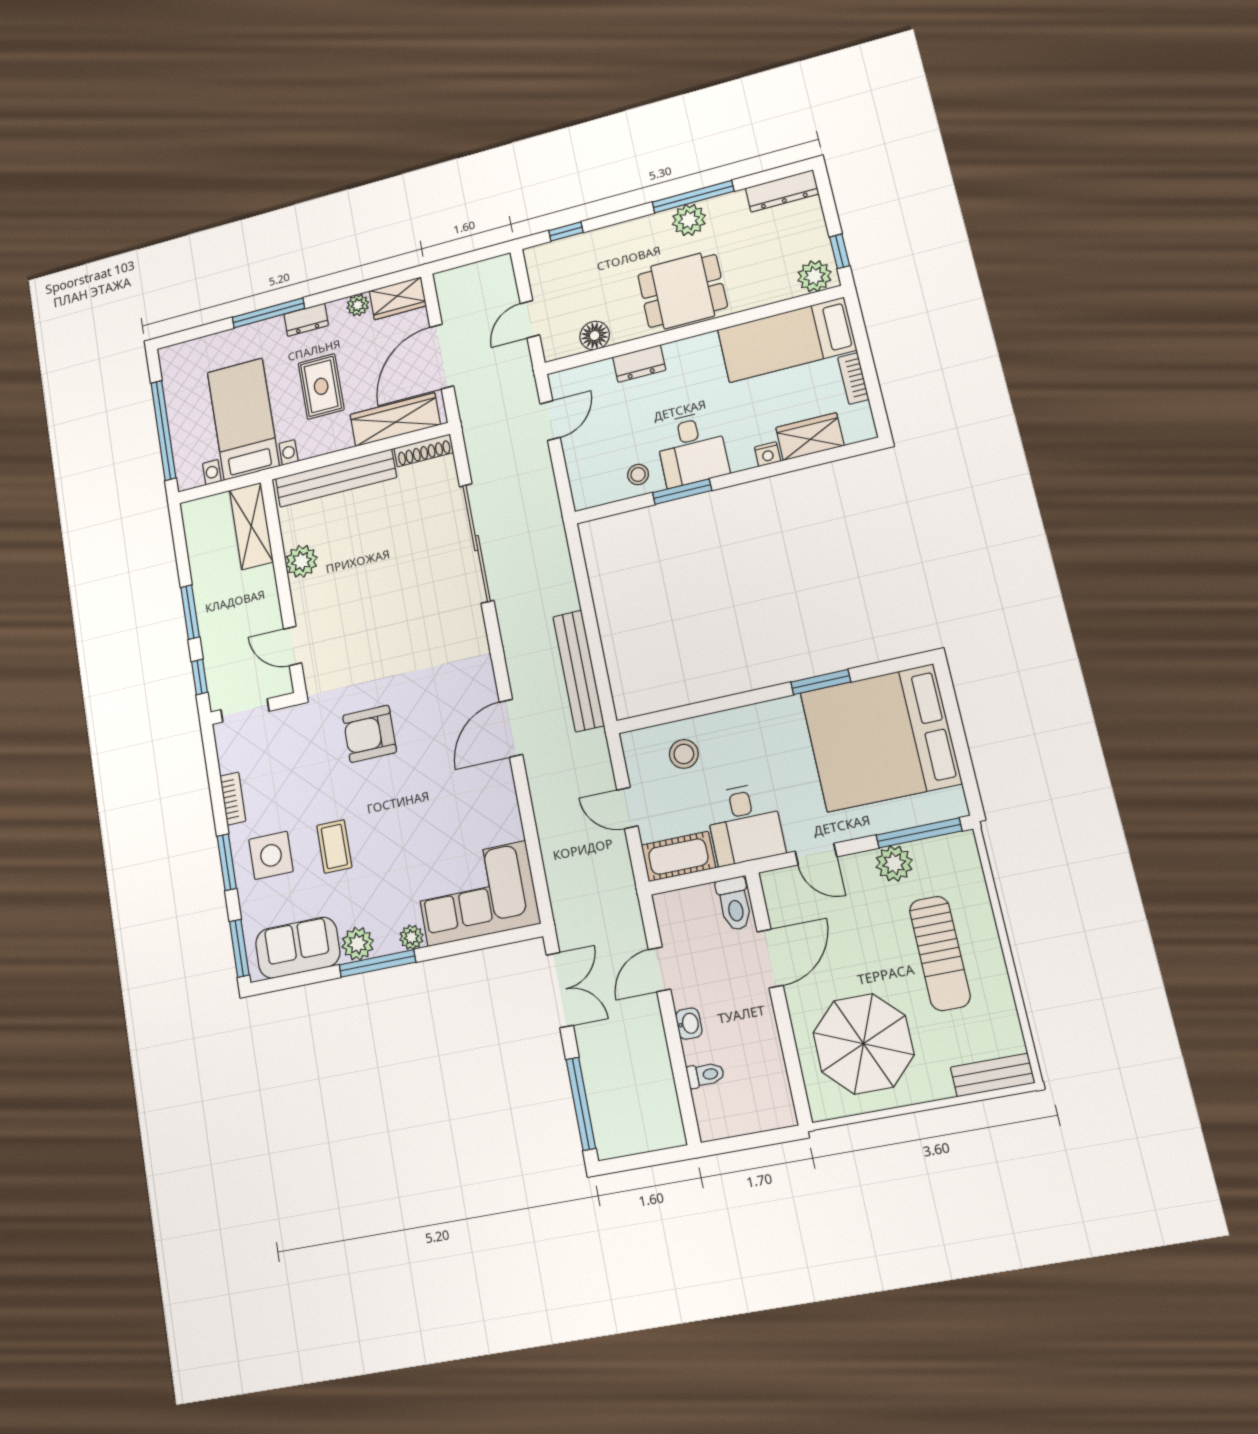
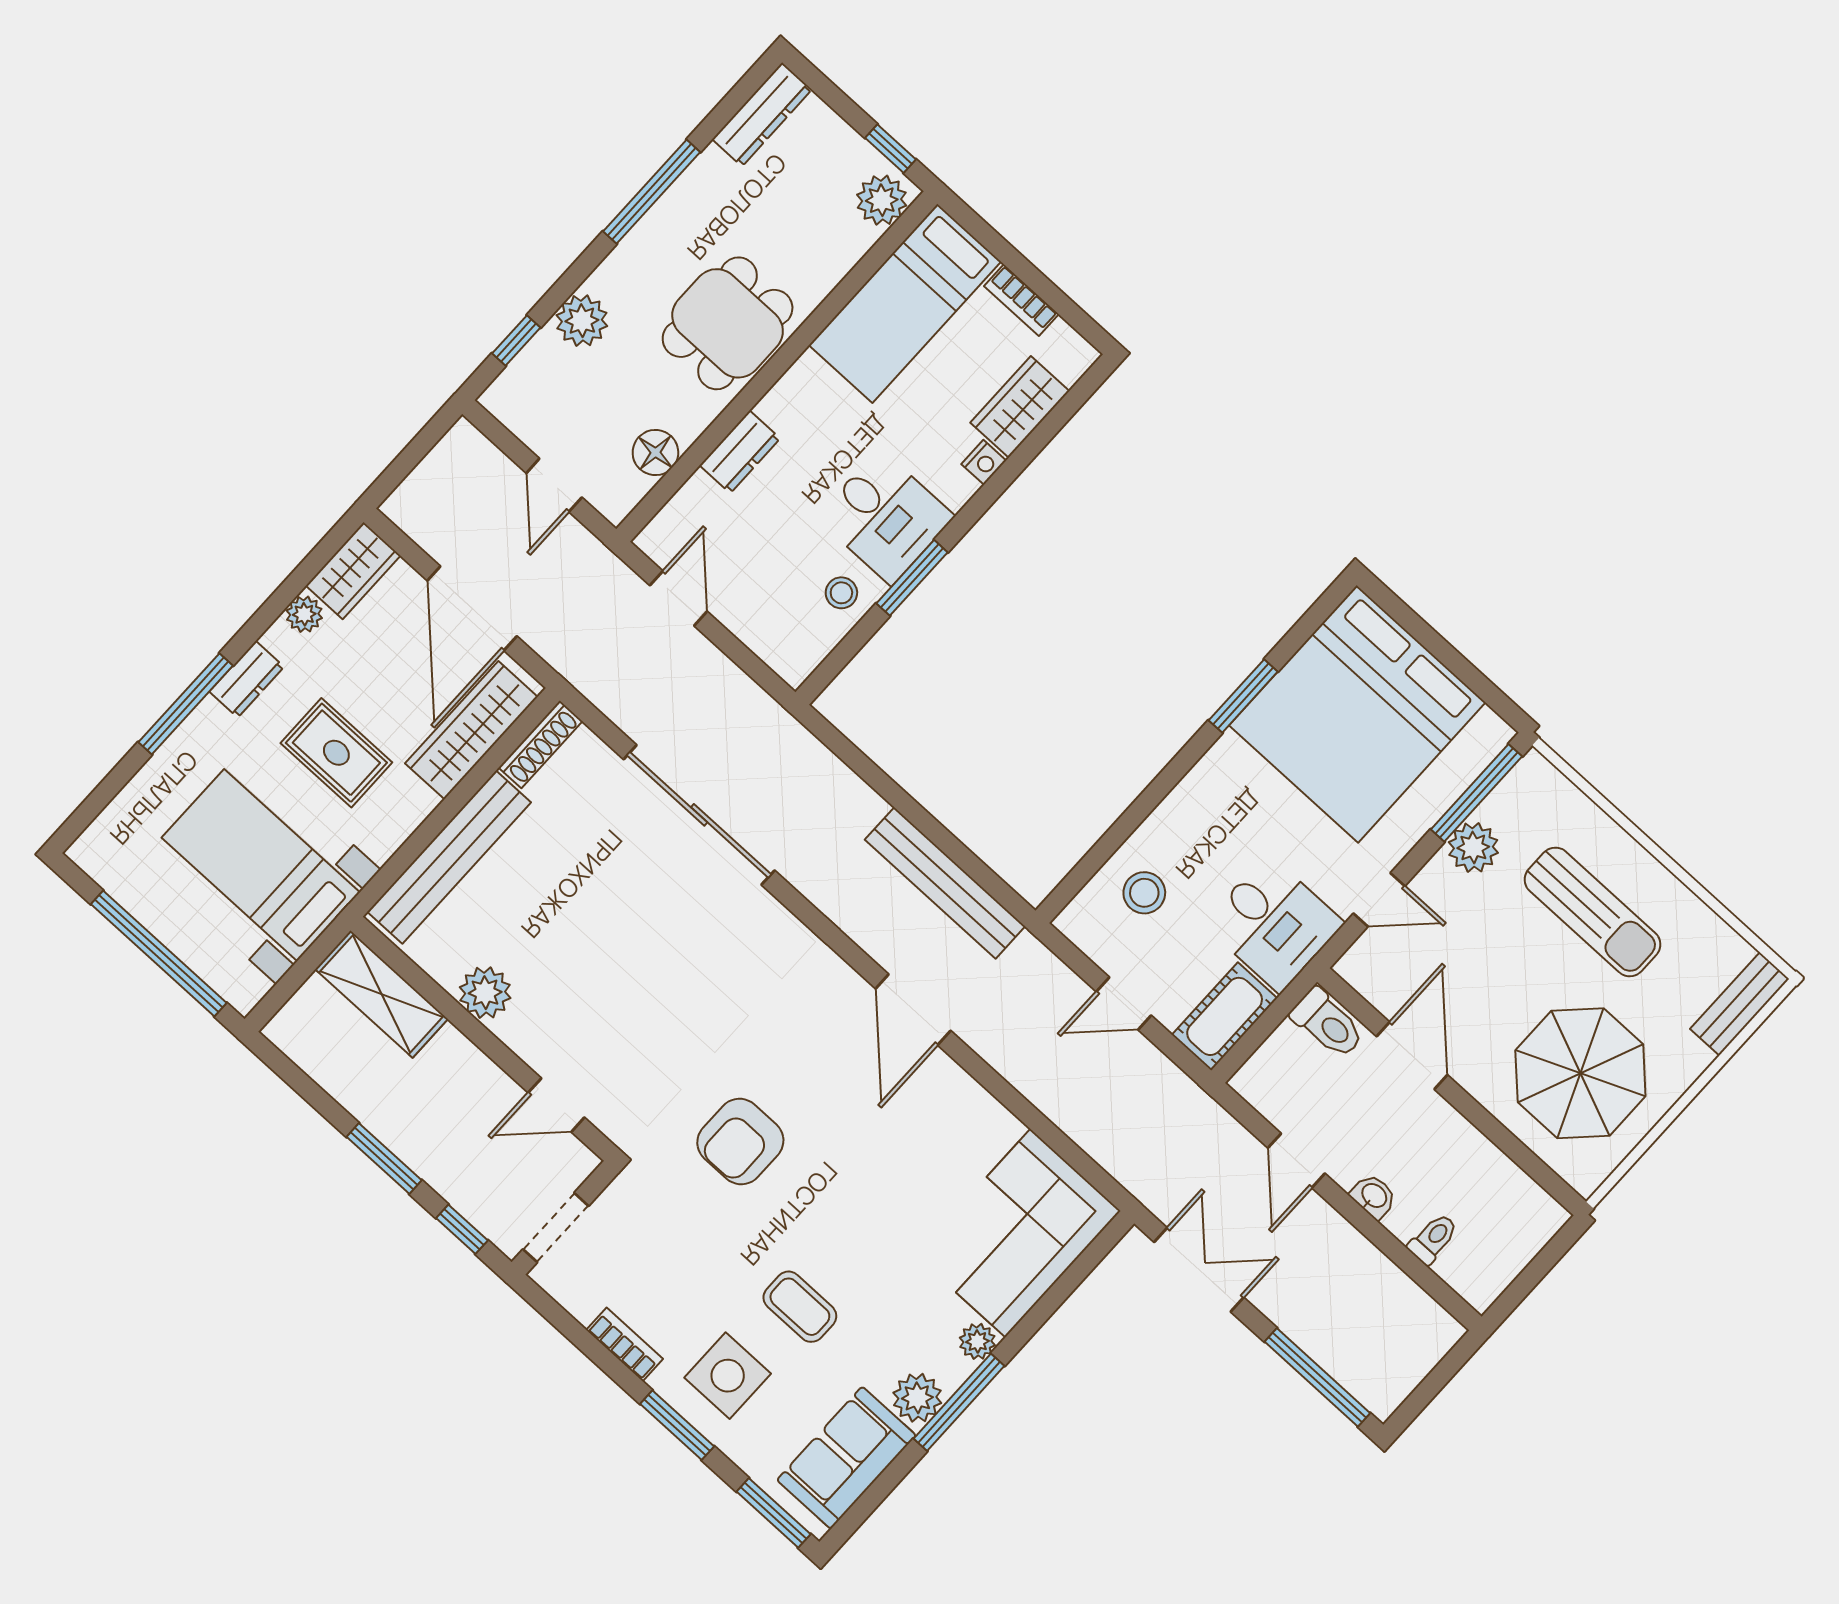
plant: (689, 220) -> (582, 321), moved

